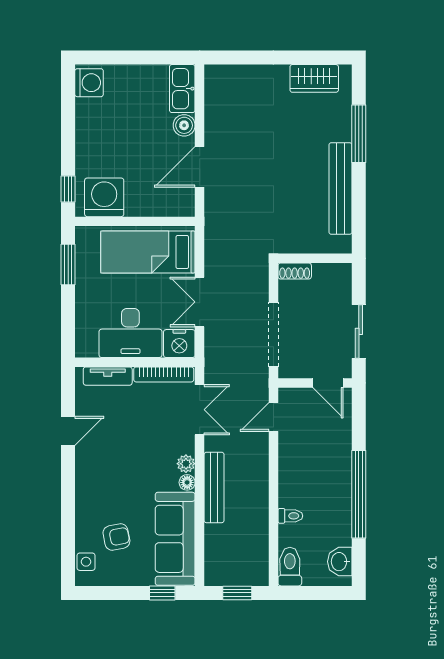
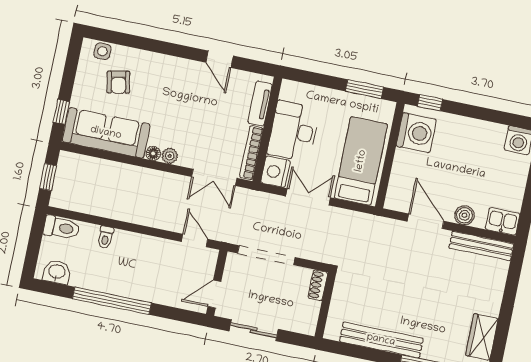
kitchen sink: (182, 89) -> (503, 221), width x0.73
bench: (214, 487) -> (481, 246), moved

